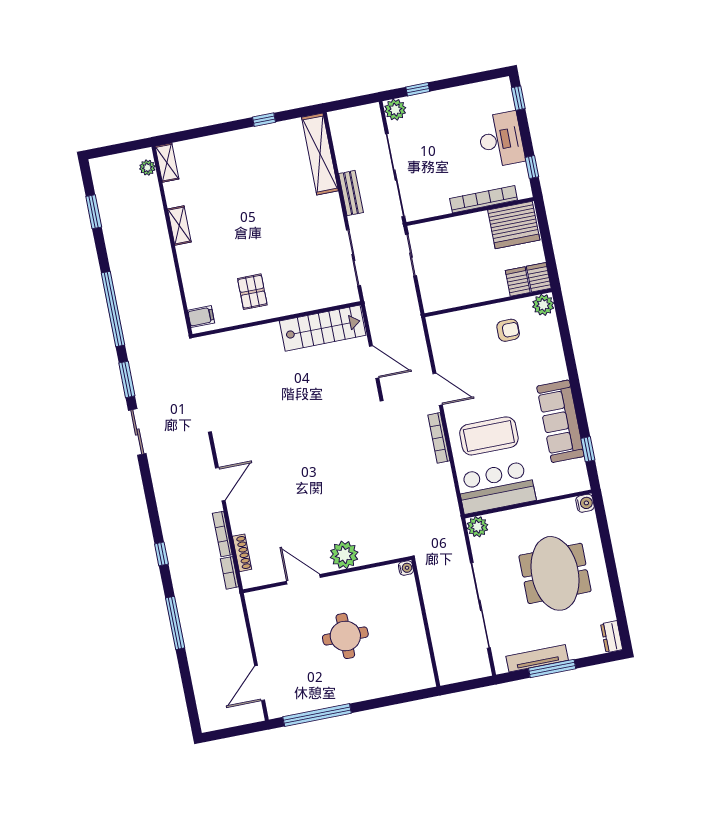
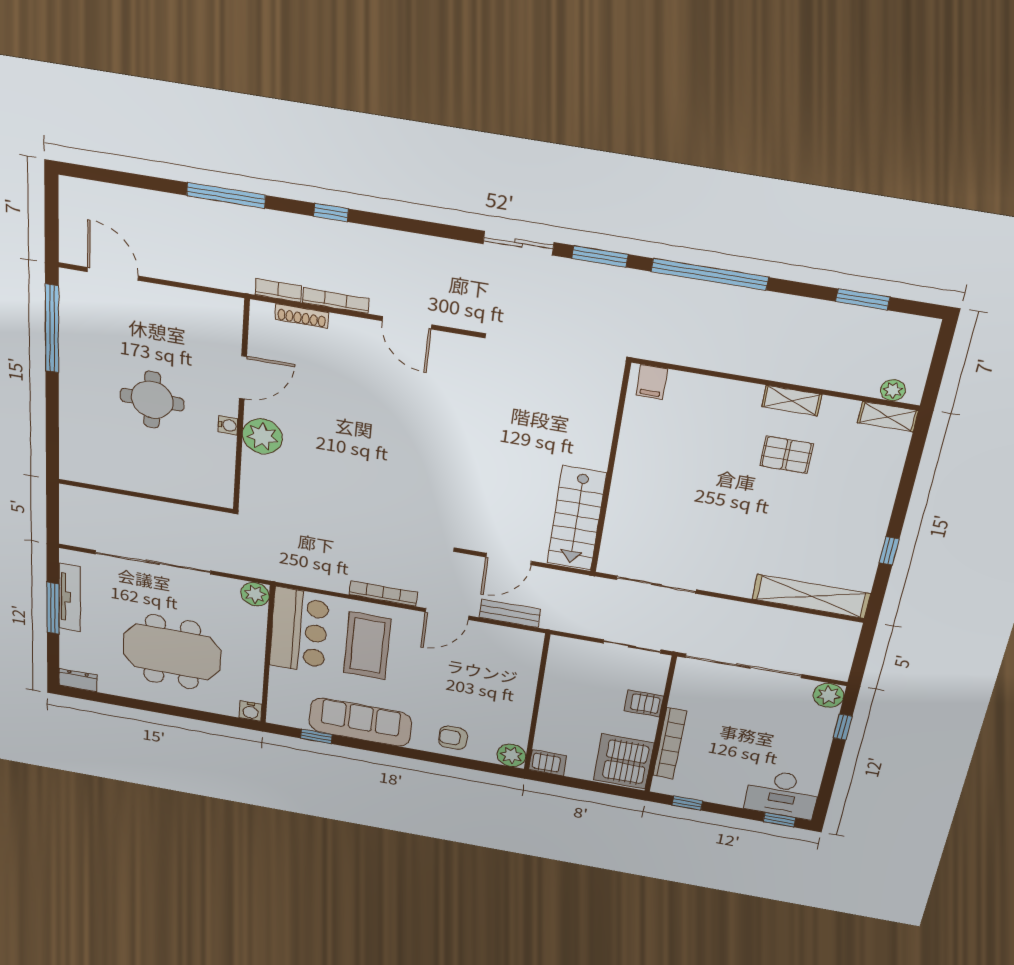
desk: (501, 140) -> (782, 794), moved
bench: (351, 193) -> (510, 613), moved
server rack: (518, 281) -> (644, 703), moved, turned 180
pallet: (252, 292) -> (787, 455), moved
armchair: (508, 330) -> (453, 738), moved, turned 90
water cooler: (406, 568) -> (228, 425), moved, turned -90

